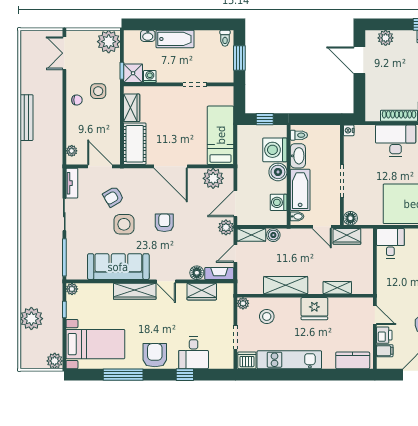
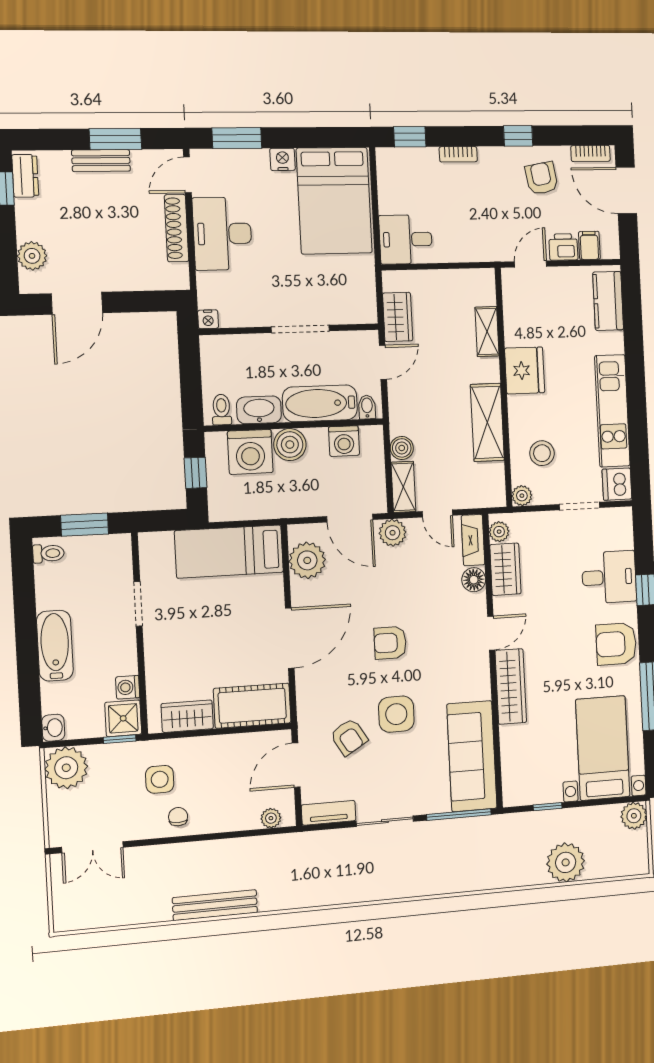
washbasin: (148, 36) -> (53, 728), moved
floor lamp: (350, 218) -> (365, 312), removed
sofa: (118, 267) -> (472, 756), moved
plant: (72, 289) -> (499, 532), moved

